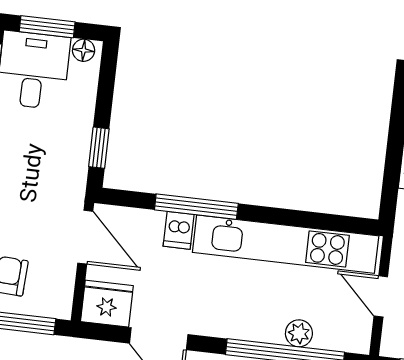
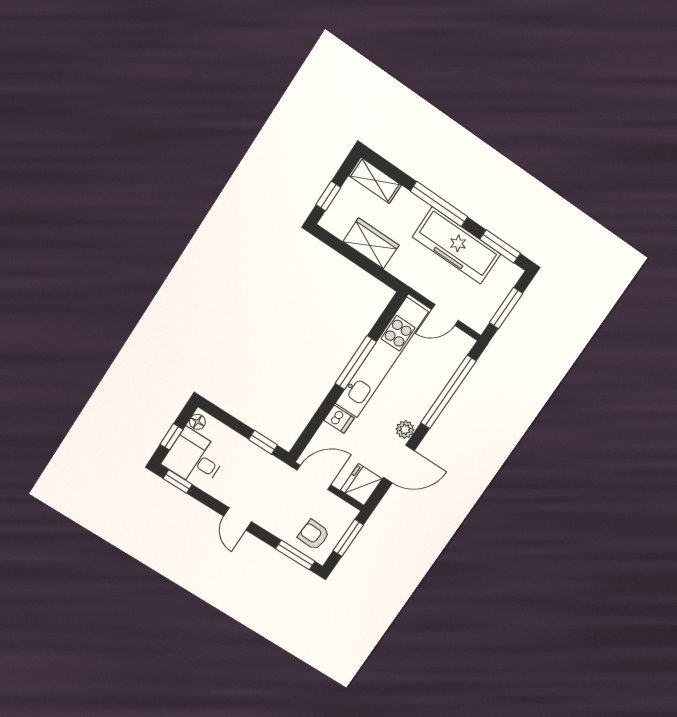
window: (47, 27) -> (172, 437), width x0.67
window: (196, 207) -> (356, 363), moved
plant: (299, 333) -> (405, 429), moved

